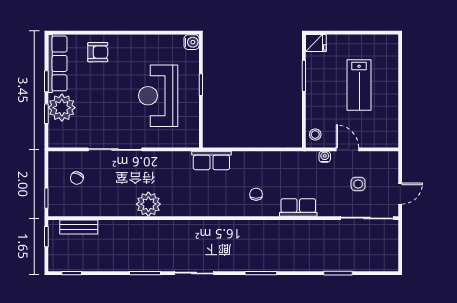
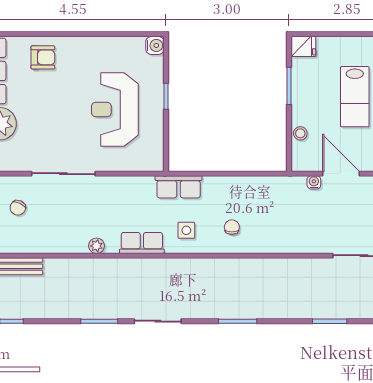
stool: (315, 135) -> (300, 133), moved
door: (347, 149) -> (341, 174), width x1.38
side table: (358, 184) -> (186, 230), moved
plant: (148, 204) -> (97, 246), width x0.53, depth x0.53
row of seats: (298, 207) -> (142, 243), moved

